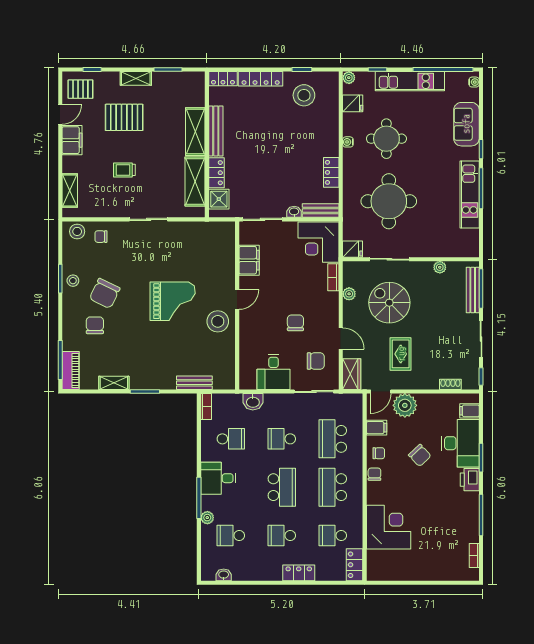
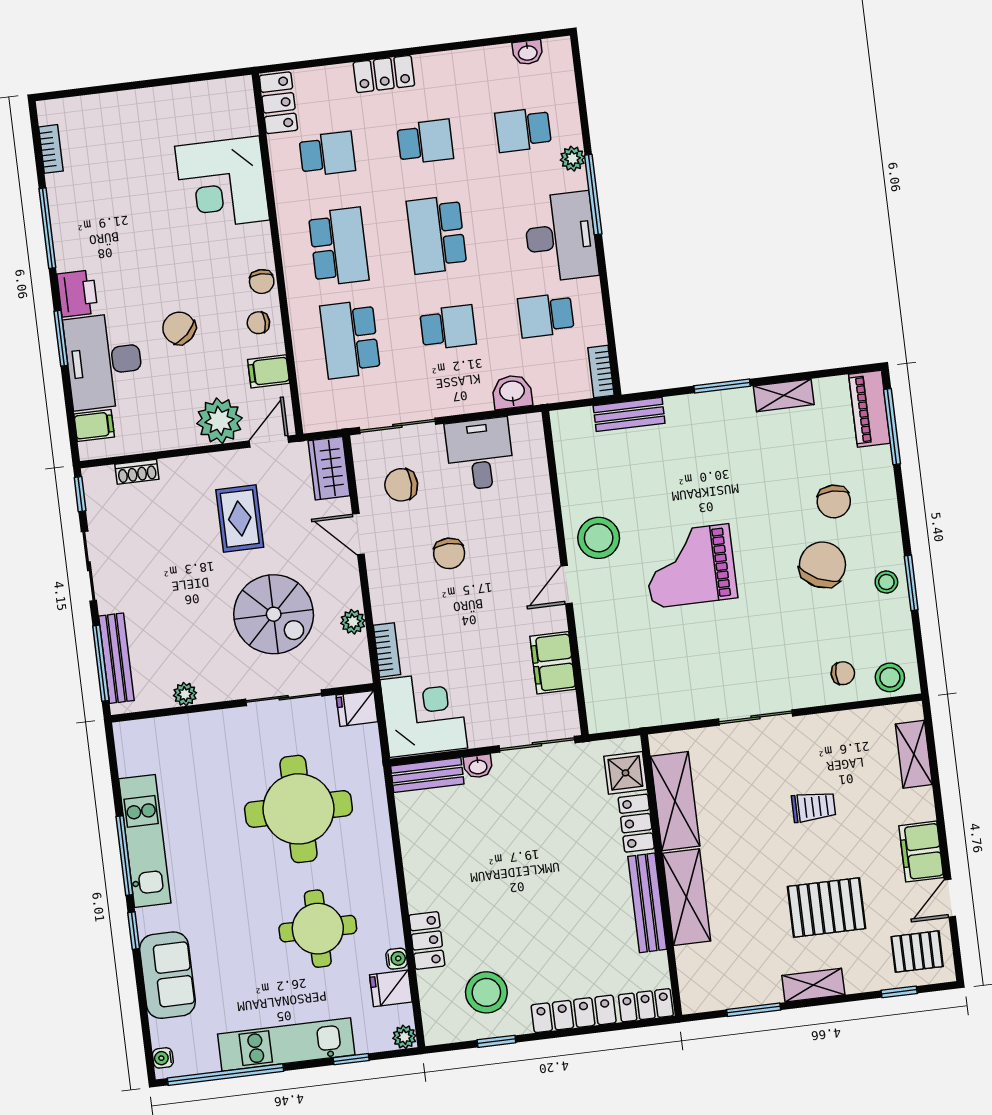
water cooler: (348, 142) -> (397, 959), moved
locker: (331, 172) -> (427, 940), moved
school desk: (333, 439) -> (350, 339), turned 180
desk: (218, 478) -> (561, 237), width x1.37
school desk: (231, 535) -> (523, 130), turned 180

